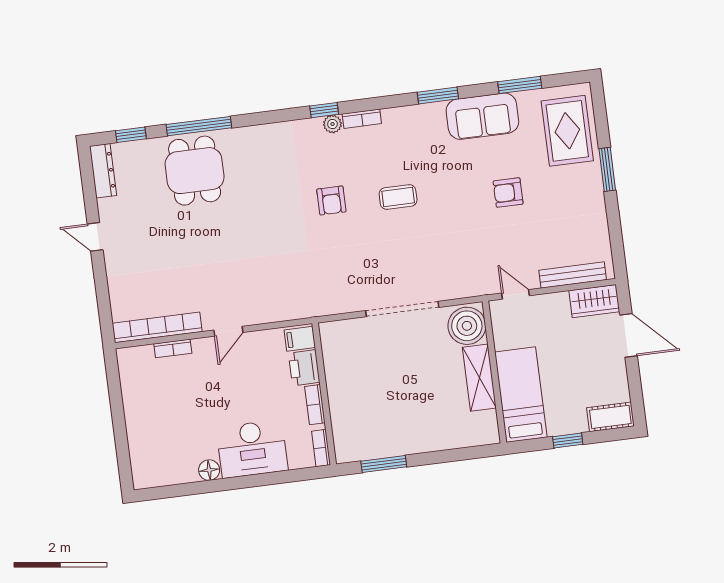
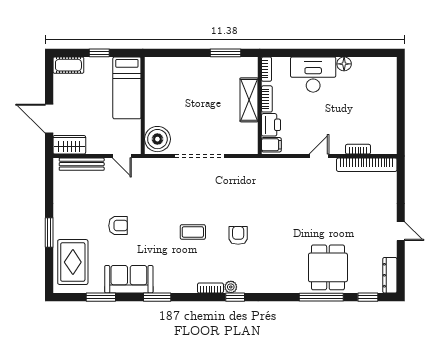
shelving: (479, 378) -> (249, 100), moved

